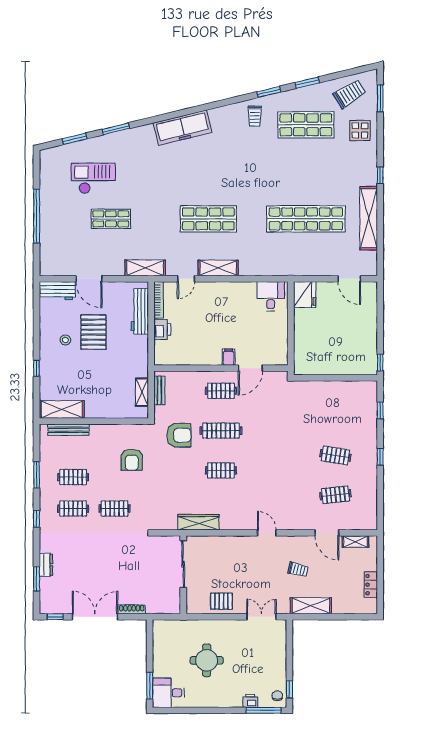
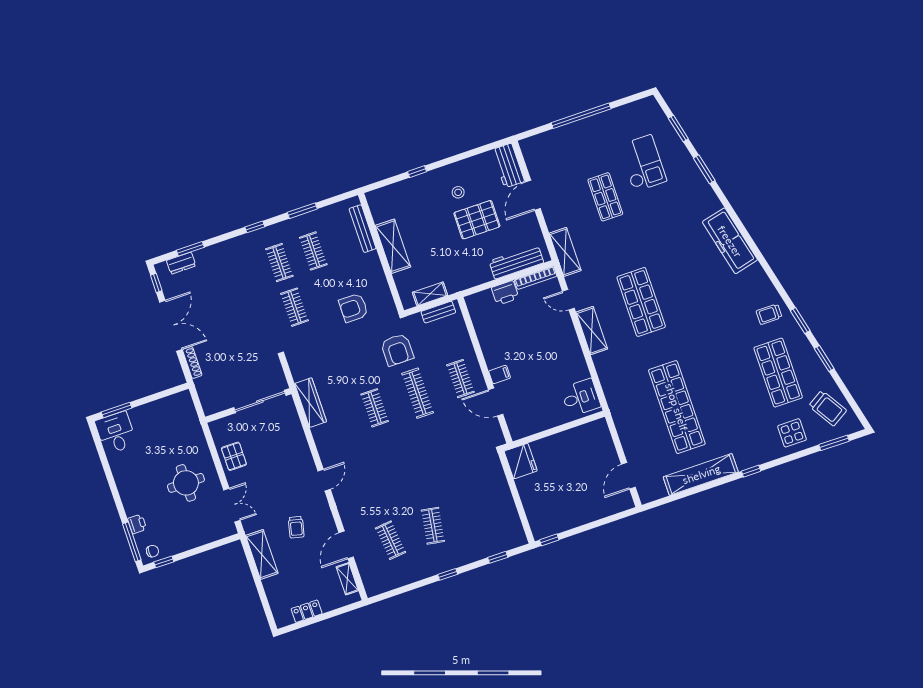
fridge: (305, 295) -> (521, 461), moved, turned -90
shelving: (62, 409) -> (393, 246), moved
dresser: (46, 565) -> (181, 263), moved
round table: (207, 660) -> (186, 483), moved

